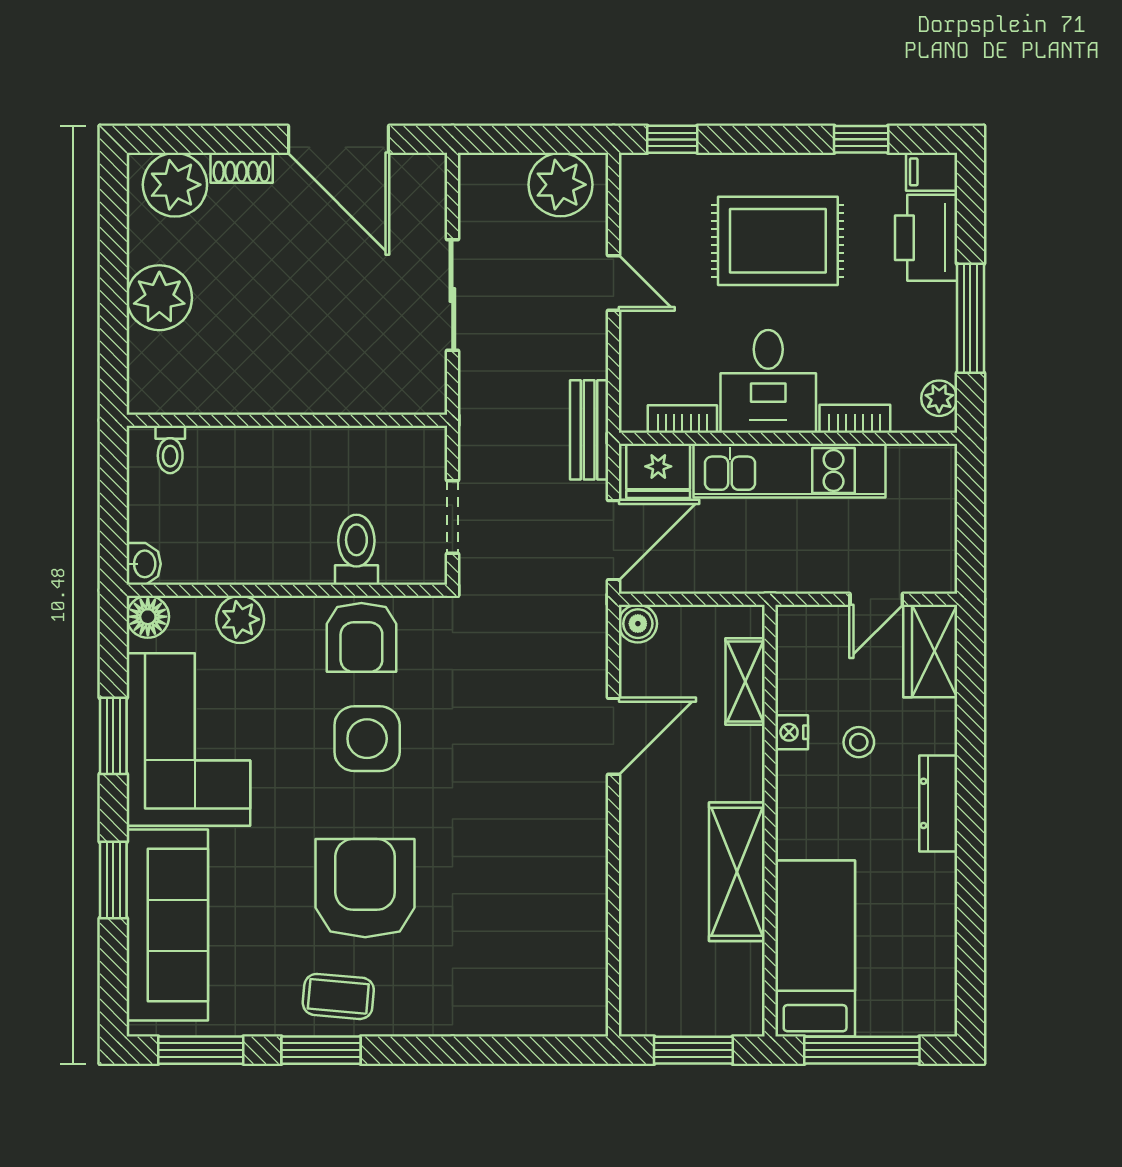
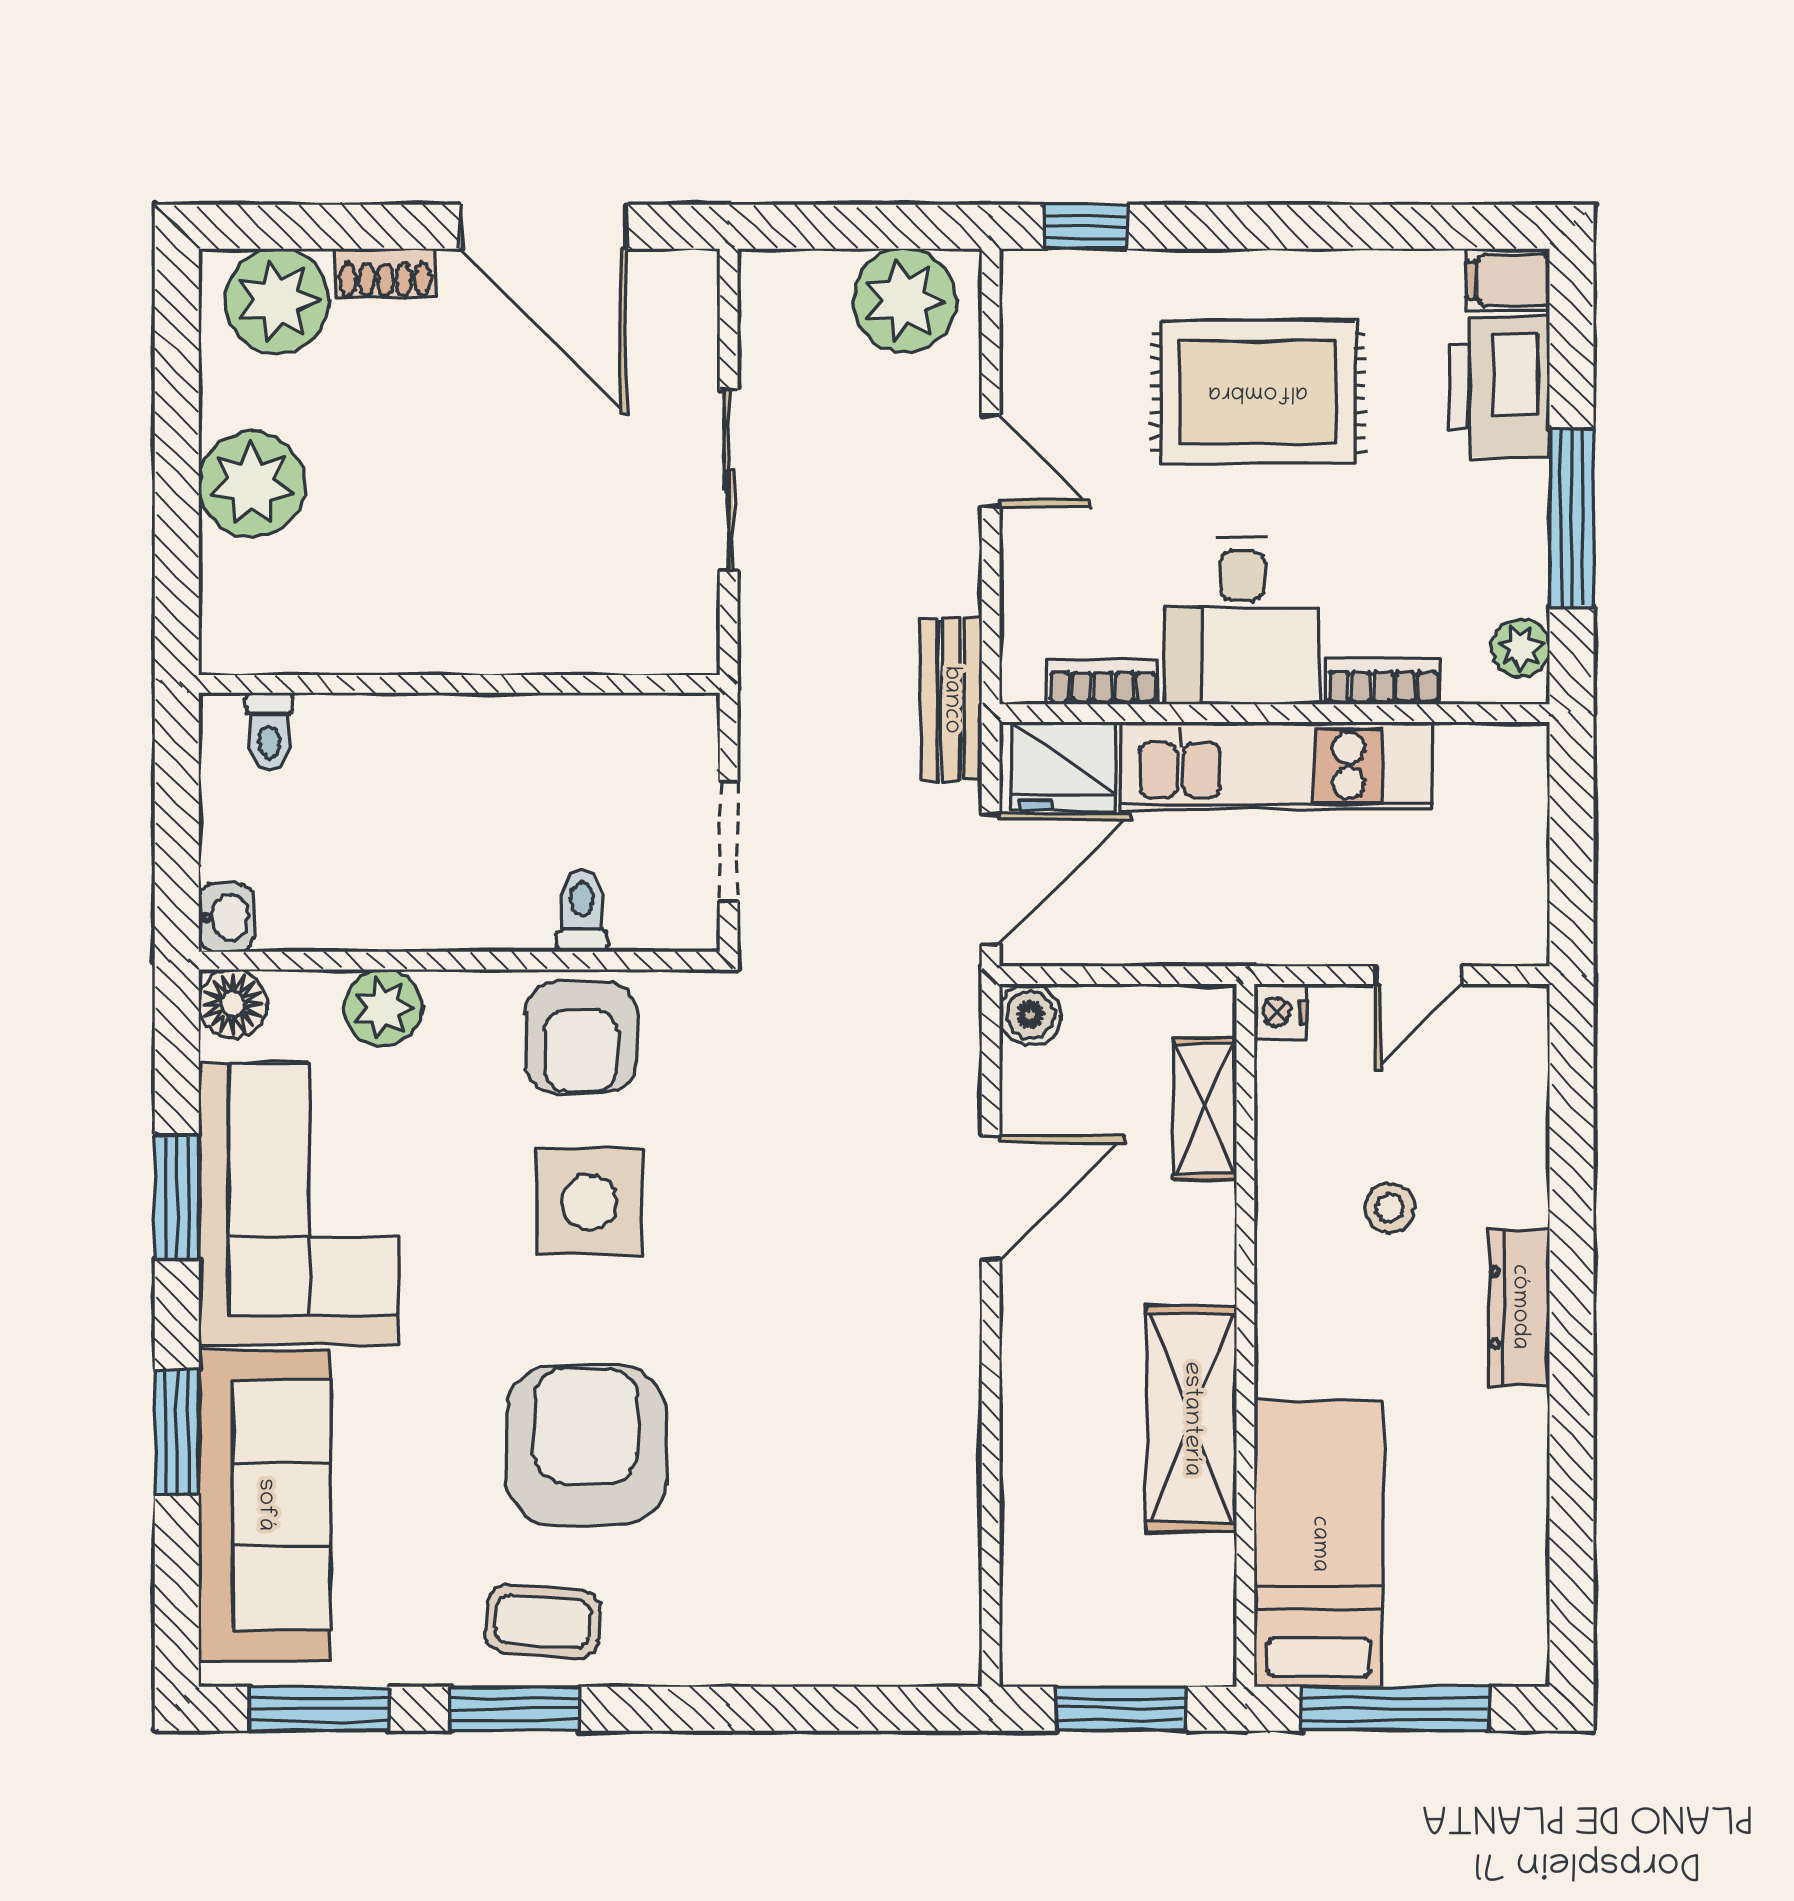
window: (861, 139) -> (1393, 227), removed
toilet: (356, 550) -> (582, 911), width x0.73, depth x0.72
wardrobe: (930, 651) -> (1506, 1059), removed
nightstand: (792, 732) -> (1280, 1012), moved

